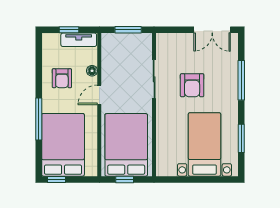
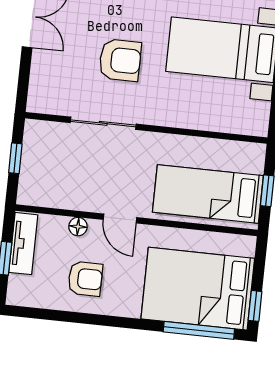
window: (128, 30) -> (15, 158), width x0.67
window: (39, 119) -> (199, 330), moved
bed: (126, 145) -> (208, 194), width x0.67

